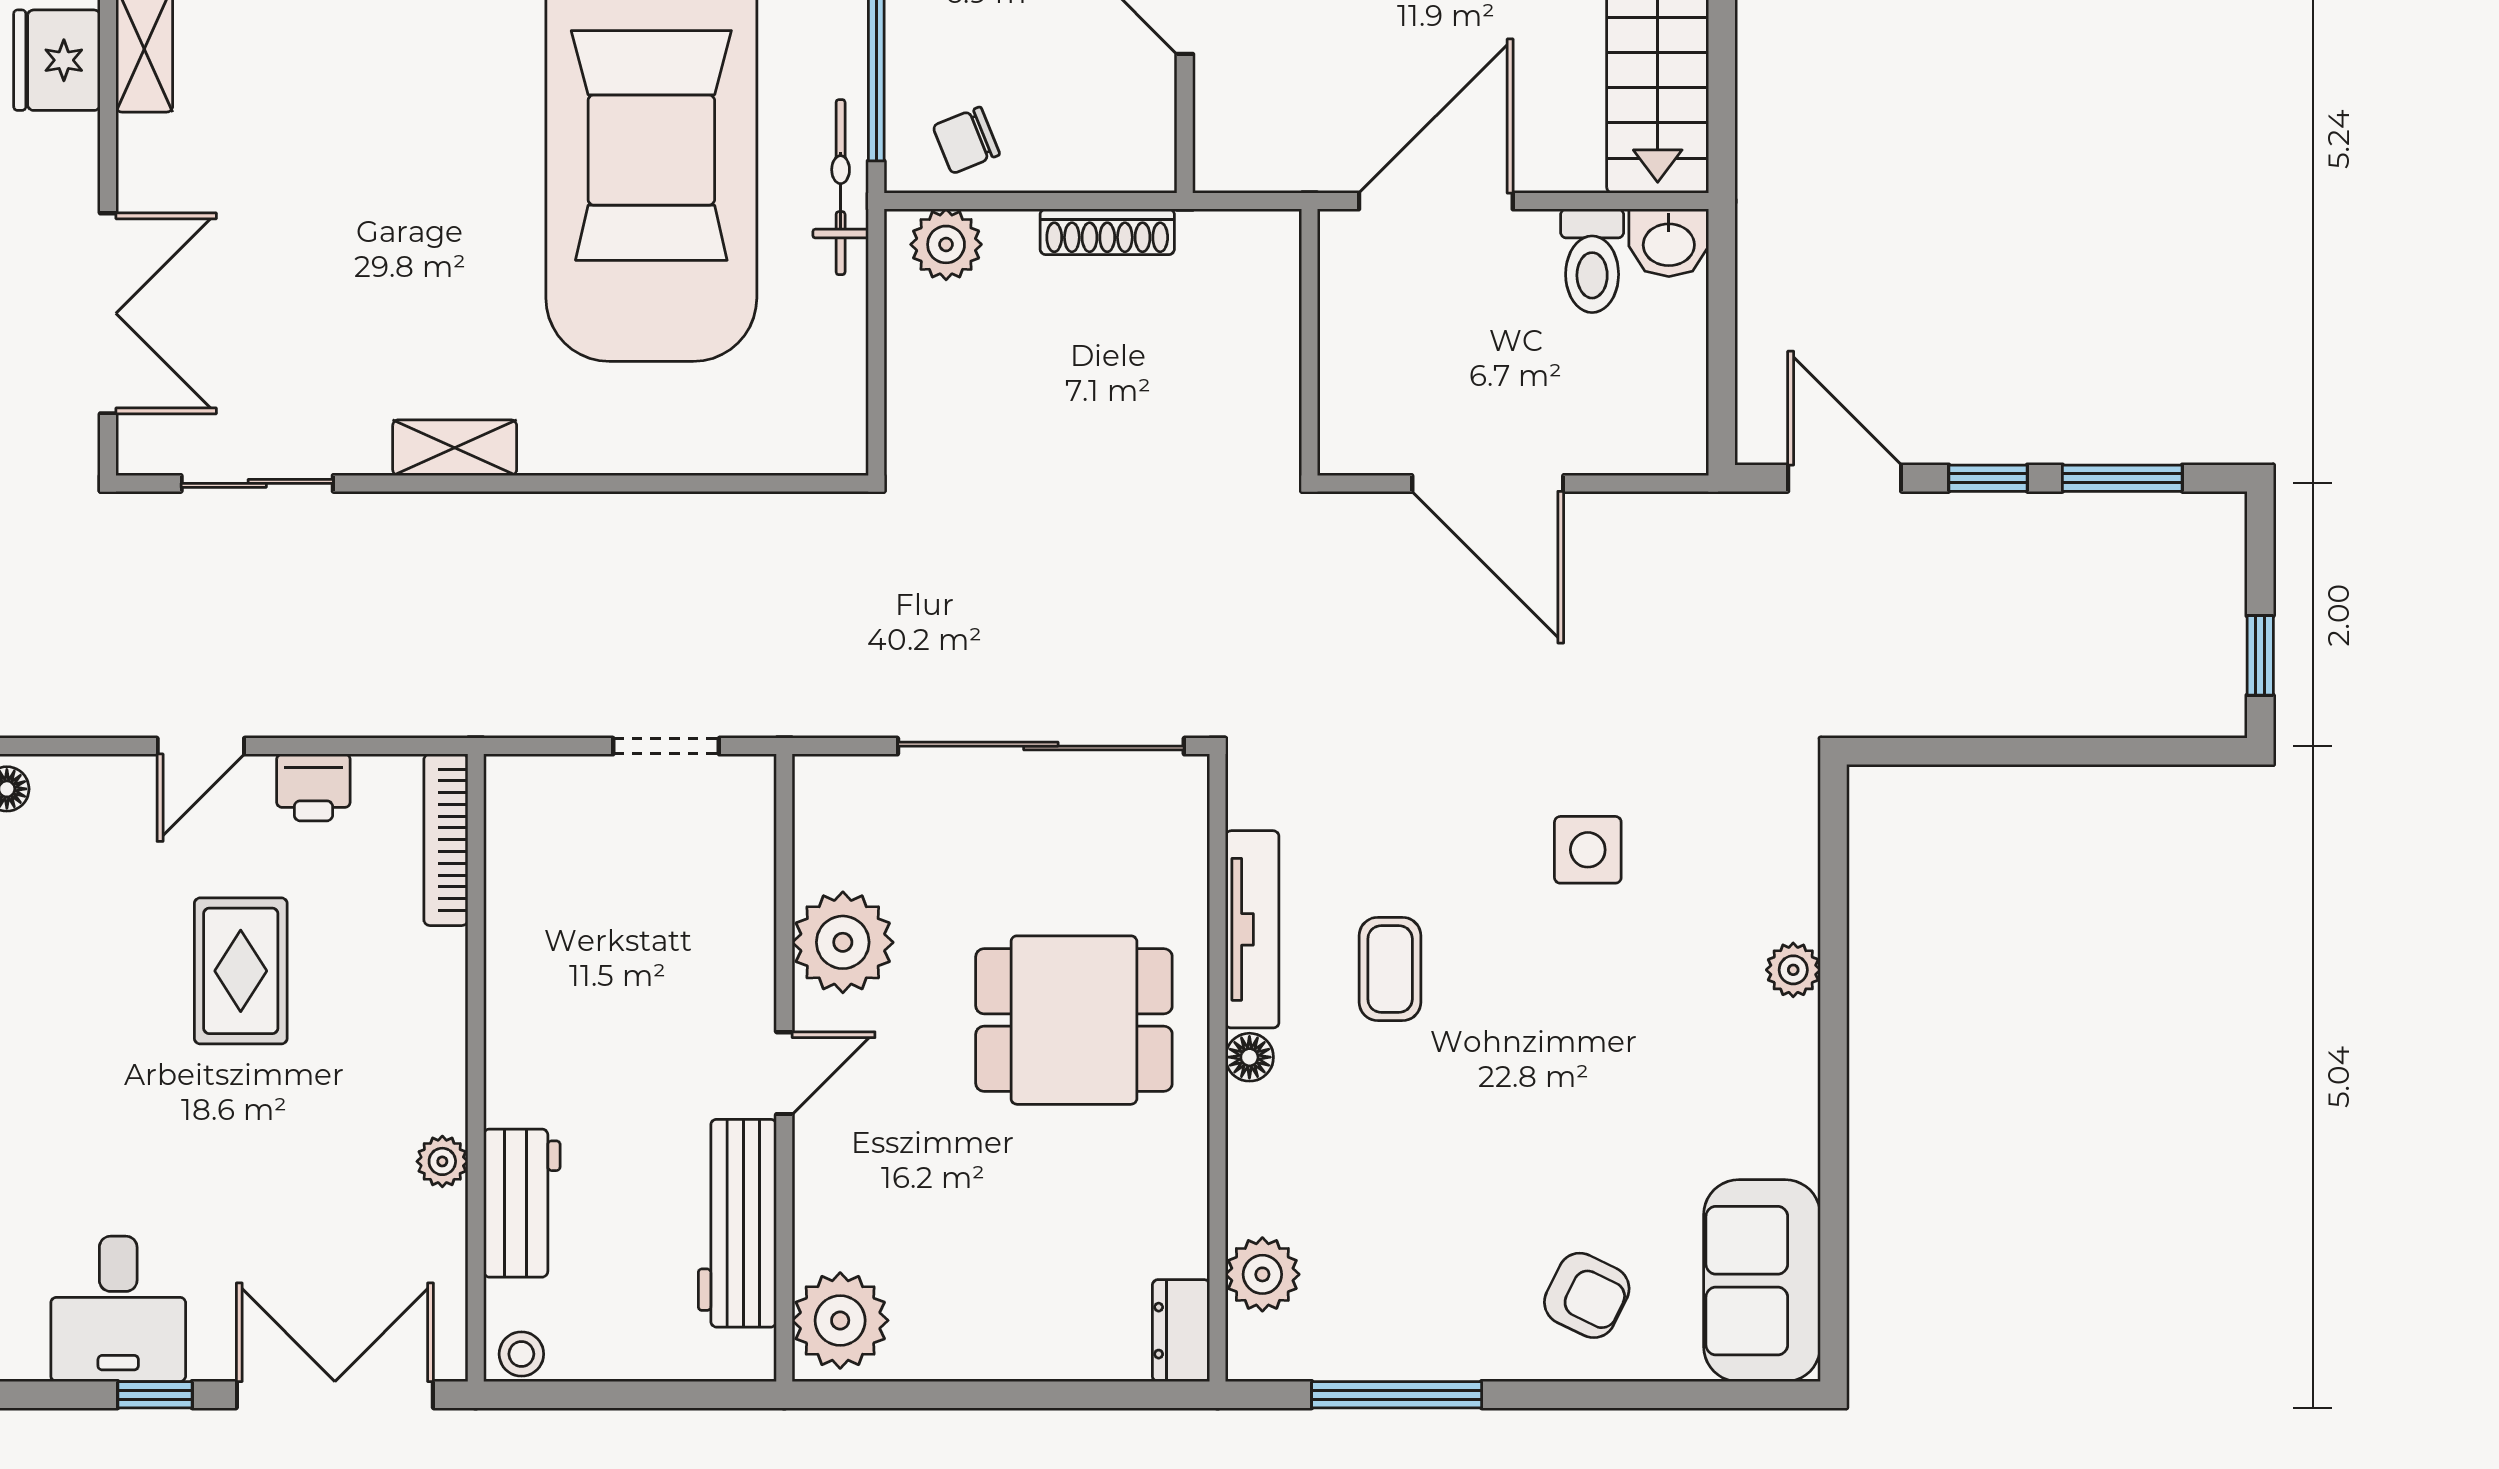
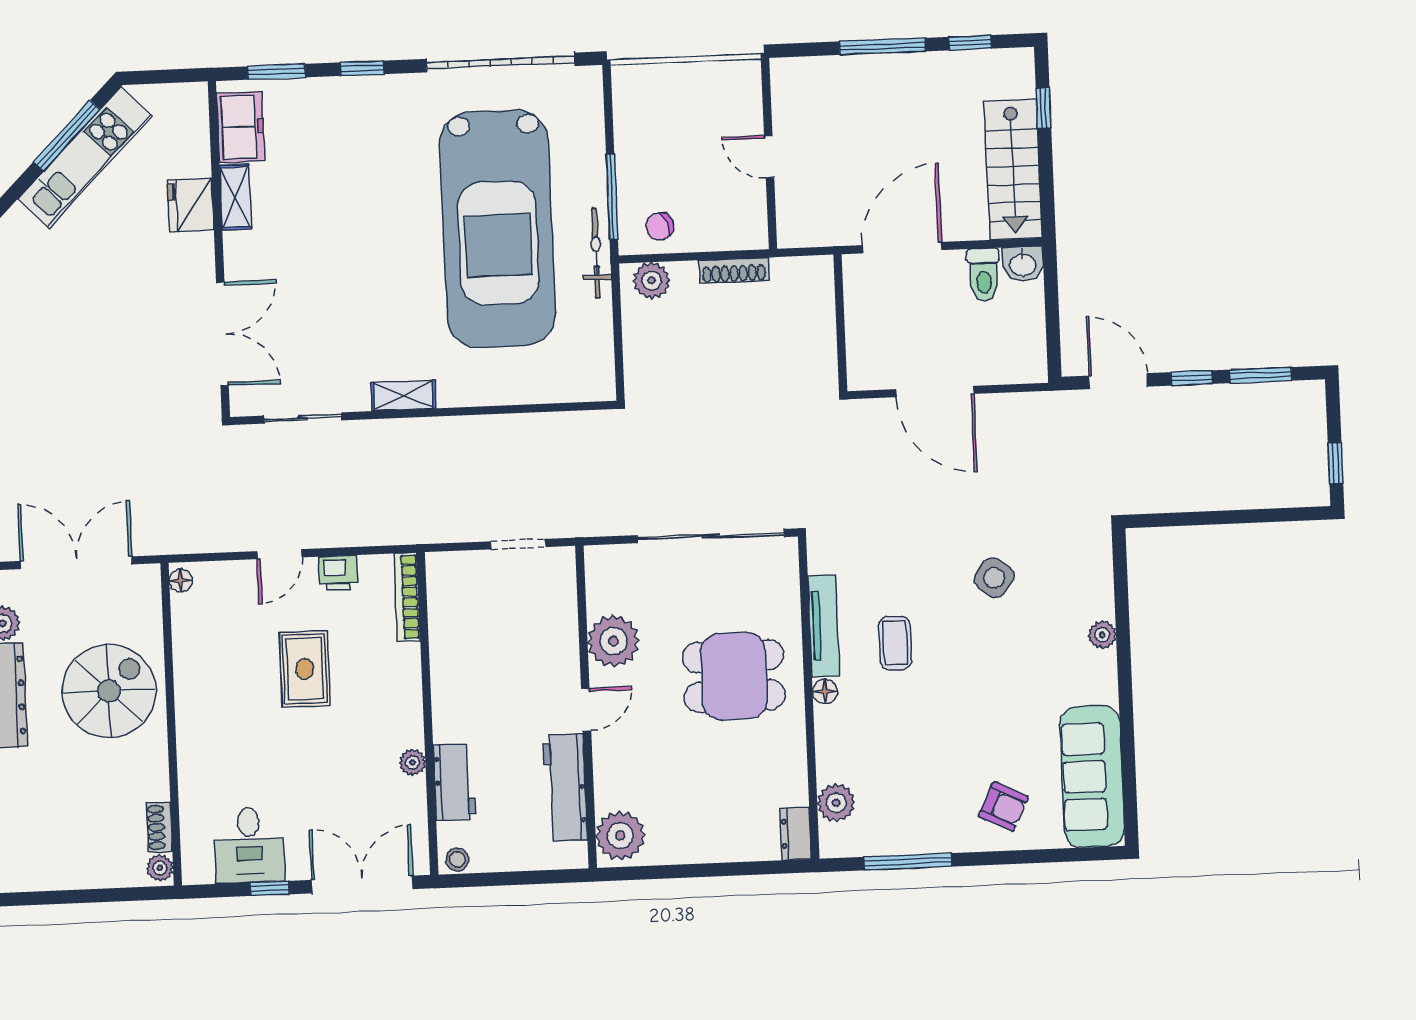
side table: (1588, 850) -> (994, 578), turned 38
sofa: (1762, 1281) -> (1092, 777), width x1.36

